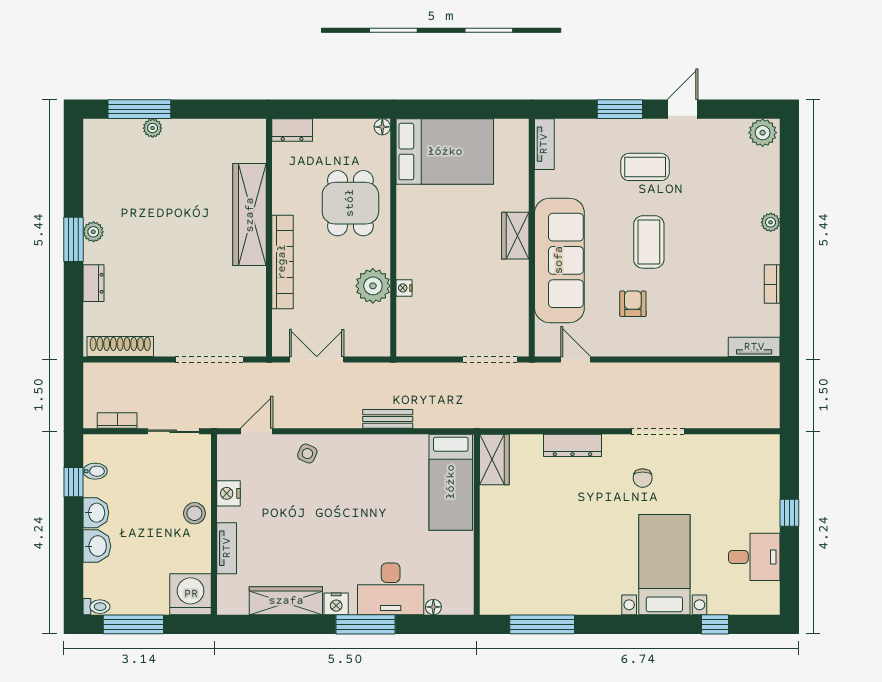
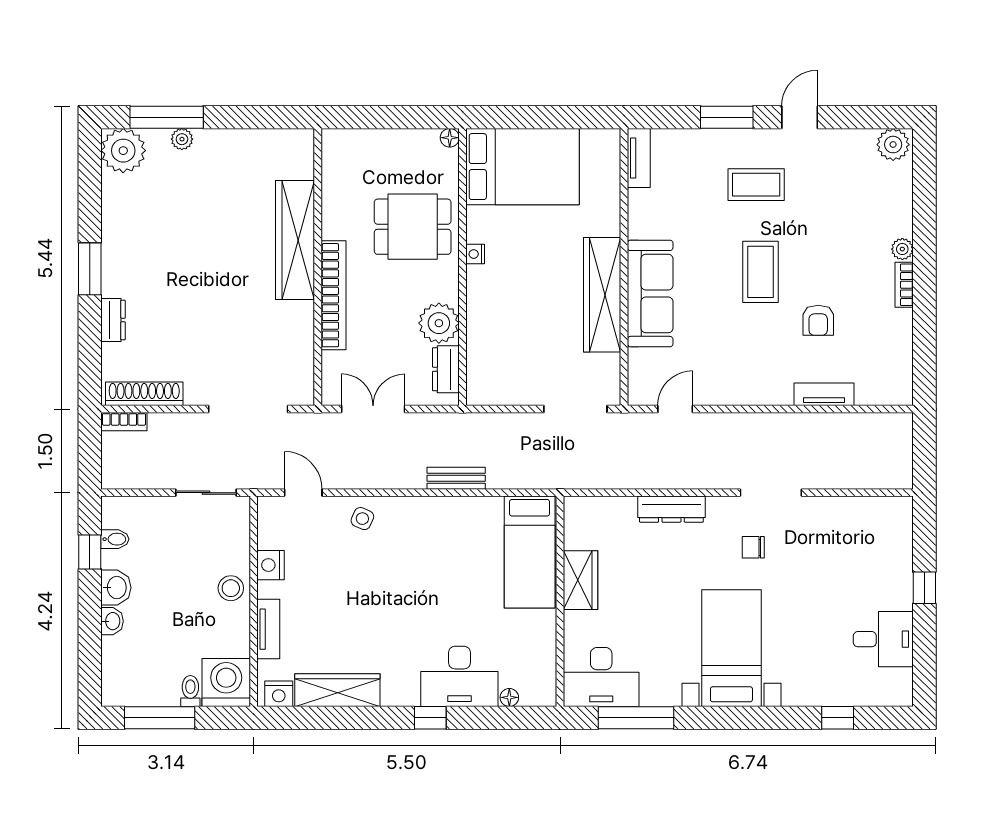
dresser: (292, 130) -> (446, 369), moved, turned 90
dining table: (350, 203) -> (413, 227), turned 90
plant: (93, 232) -> (123, 151), moved, width x1.88, depth x1.88
wardrobe: (515, 236) -> (602, 295), width x2.10, depth x1.17
sofa: (559, 260) -> (650, 293), width x0.74, depth x0.79
bookcase: (772, 284) -> (904, 285), moved
nightstand: (404, 288) -> (475, 254), moved
armchair: (633, 304) -> (818, 320), moved, turned 180
tv unit: (754, 347) -> (824, 394), moved
door: (576, 360) -> (675, 409), hinge flipped
bookcase: (117, 421) -> (124, 422), moved, turned 180
door: (257, 431) -> (303, 493), hinge flipped
wardrobe: (494, 459) -> (580, 580), moved
chair: (643, 478) -> (753, 547), turned 90
washbasin: (97, 546) -> (112, 621), width x0.72, depth x0.69
bed with nightstands: (664, 565) -> (731, 648), moved
desk: (512, 589) -> (601, 677), added
nightstand: (336, 604) -> (279, 694), moved
toilet: (96, 607) -> (190, 691), moved, turned -90
window: (366, 624) -> (430, 718), width x0.46

